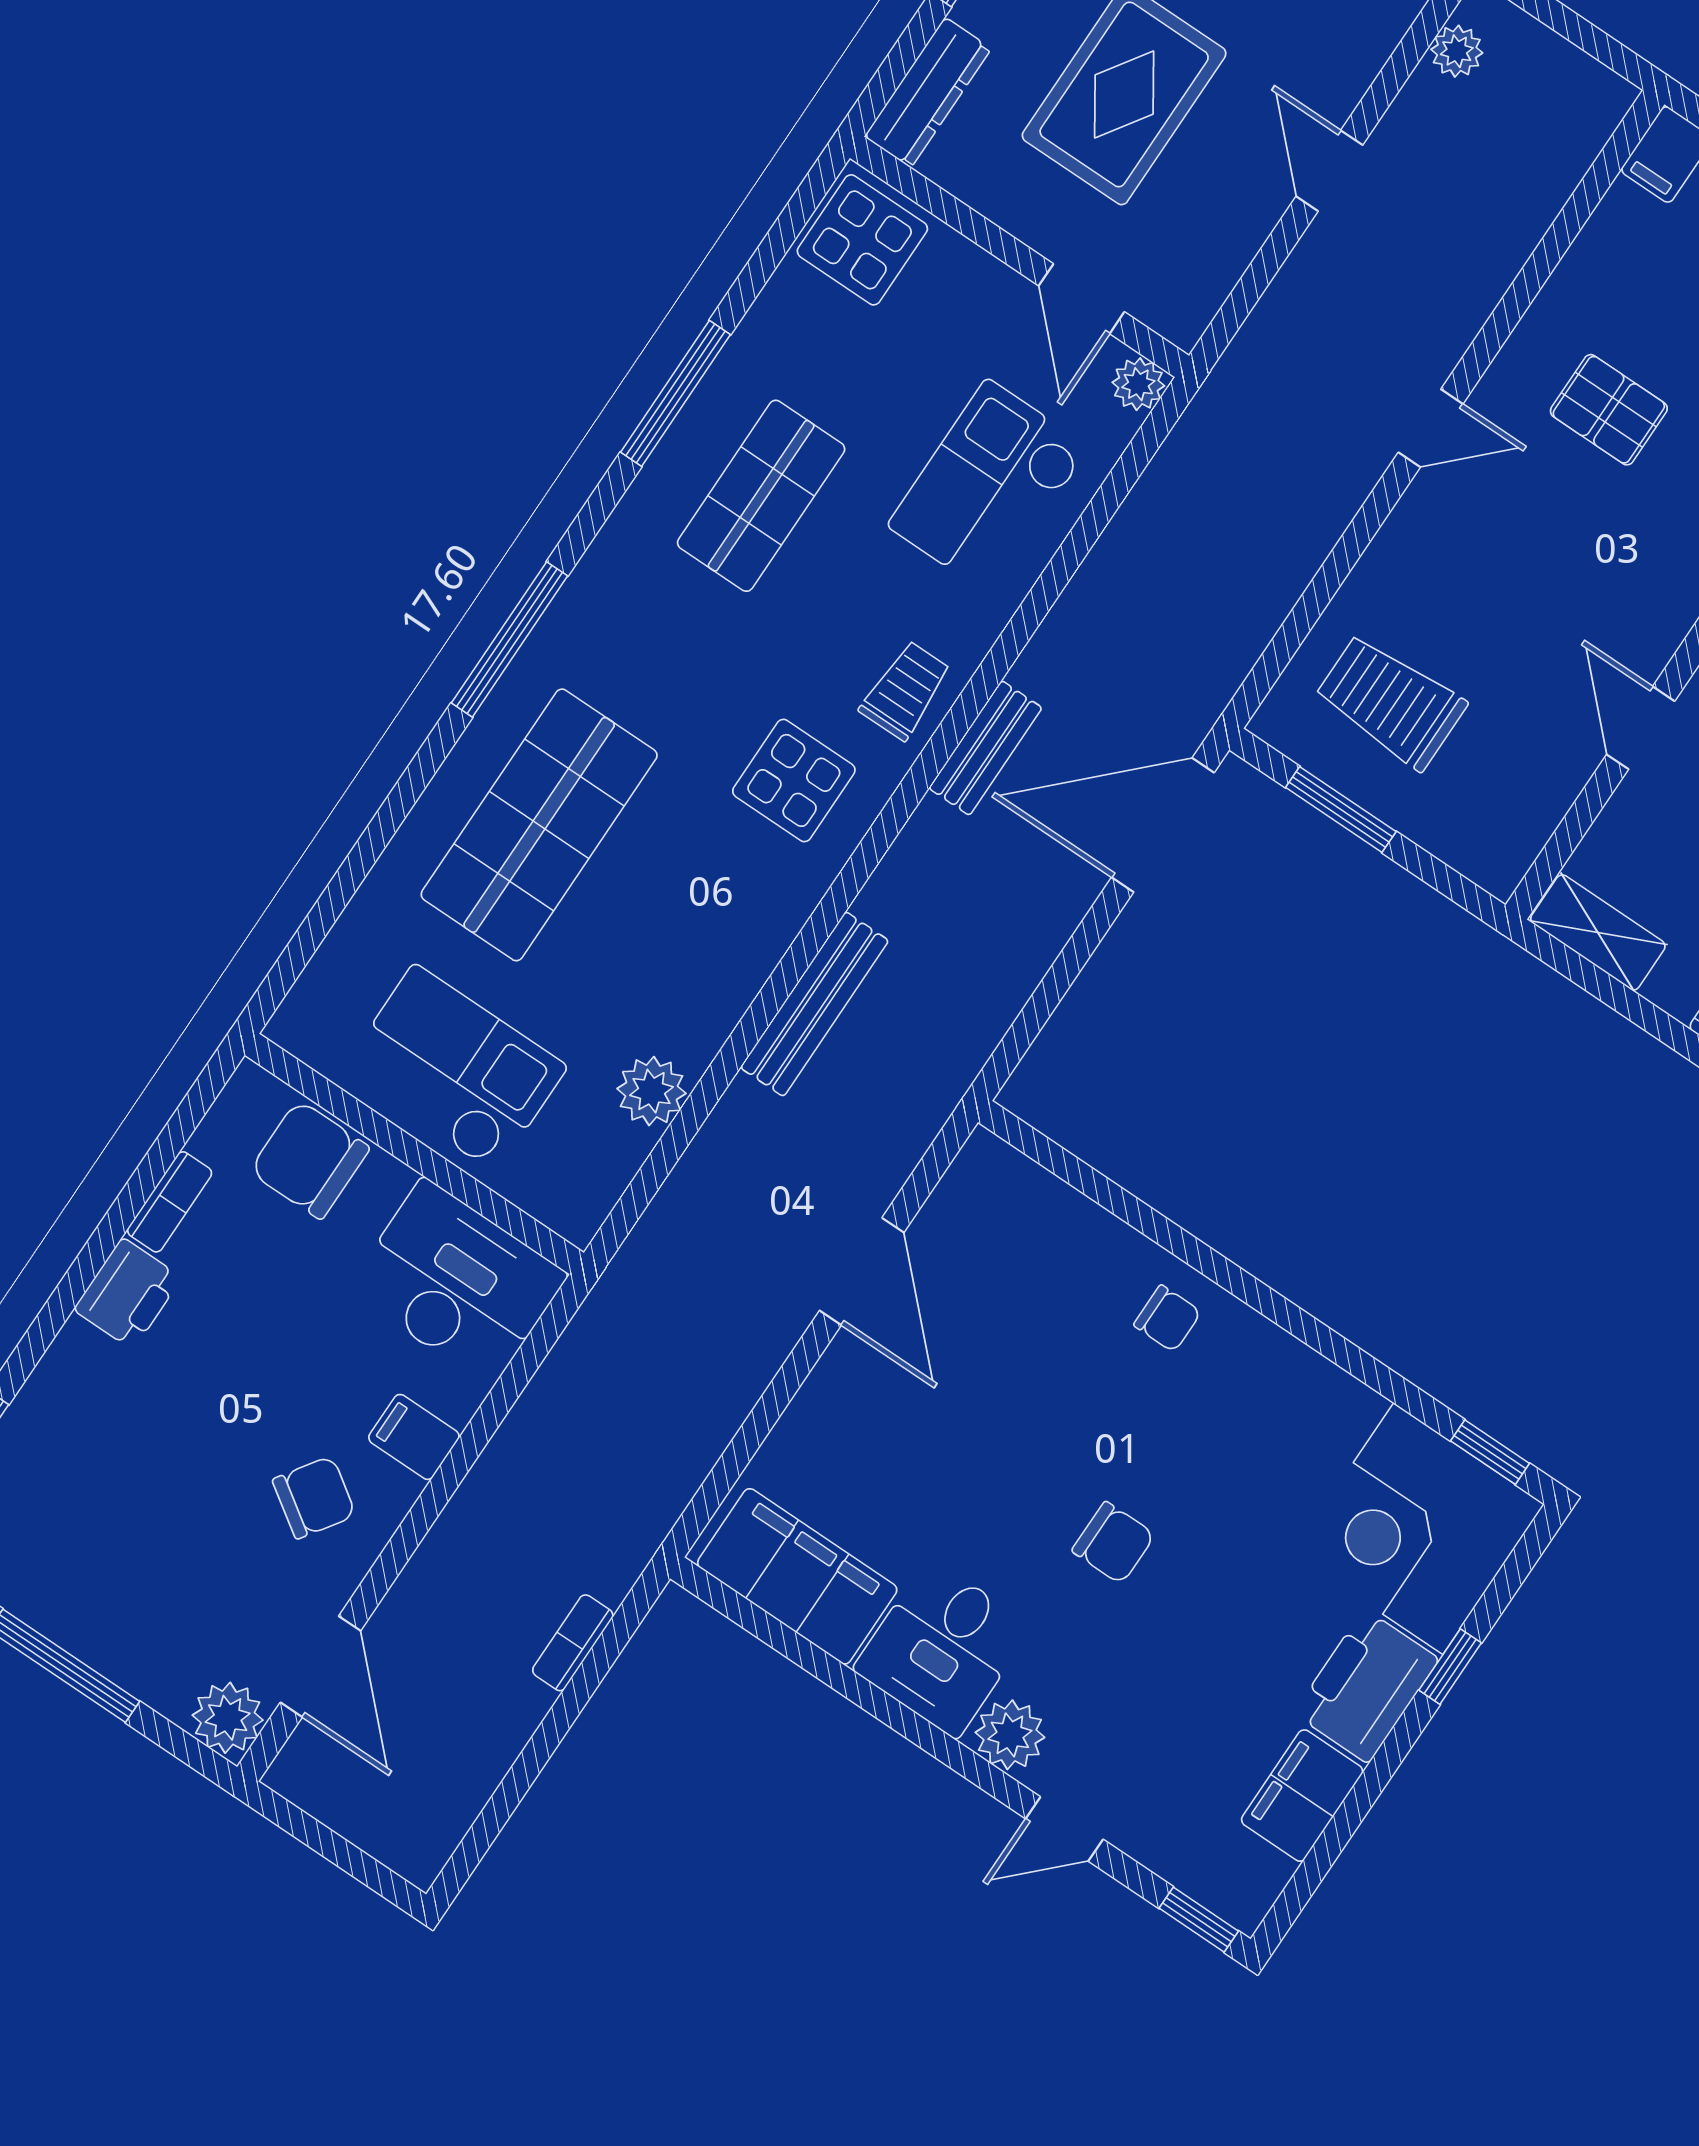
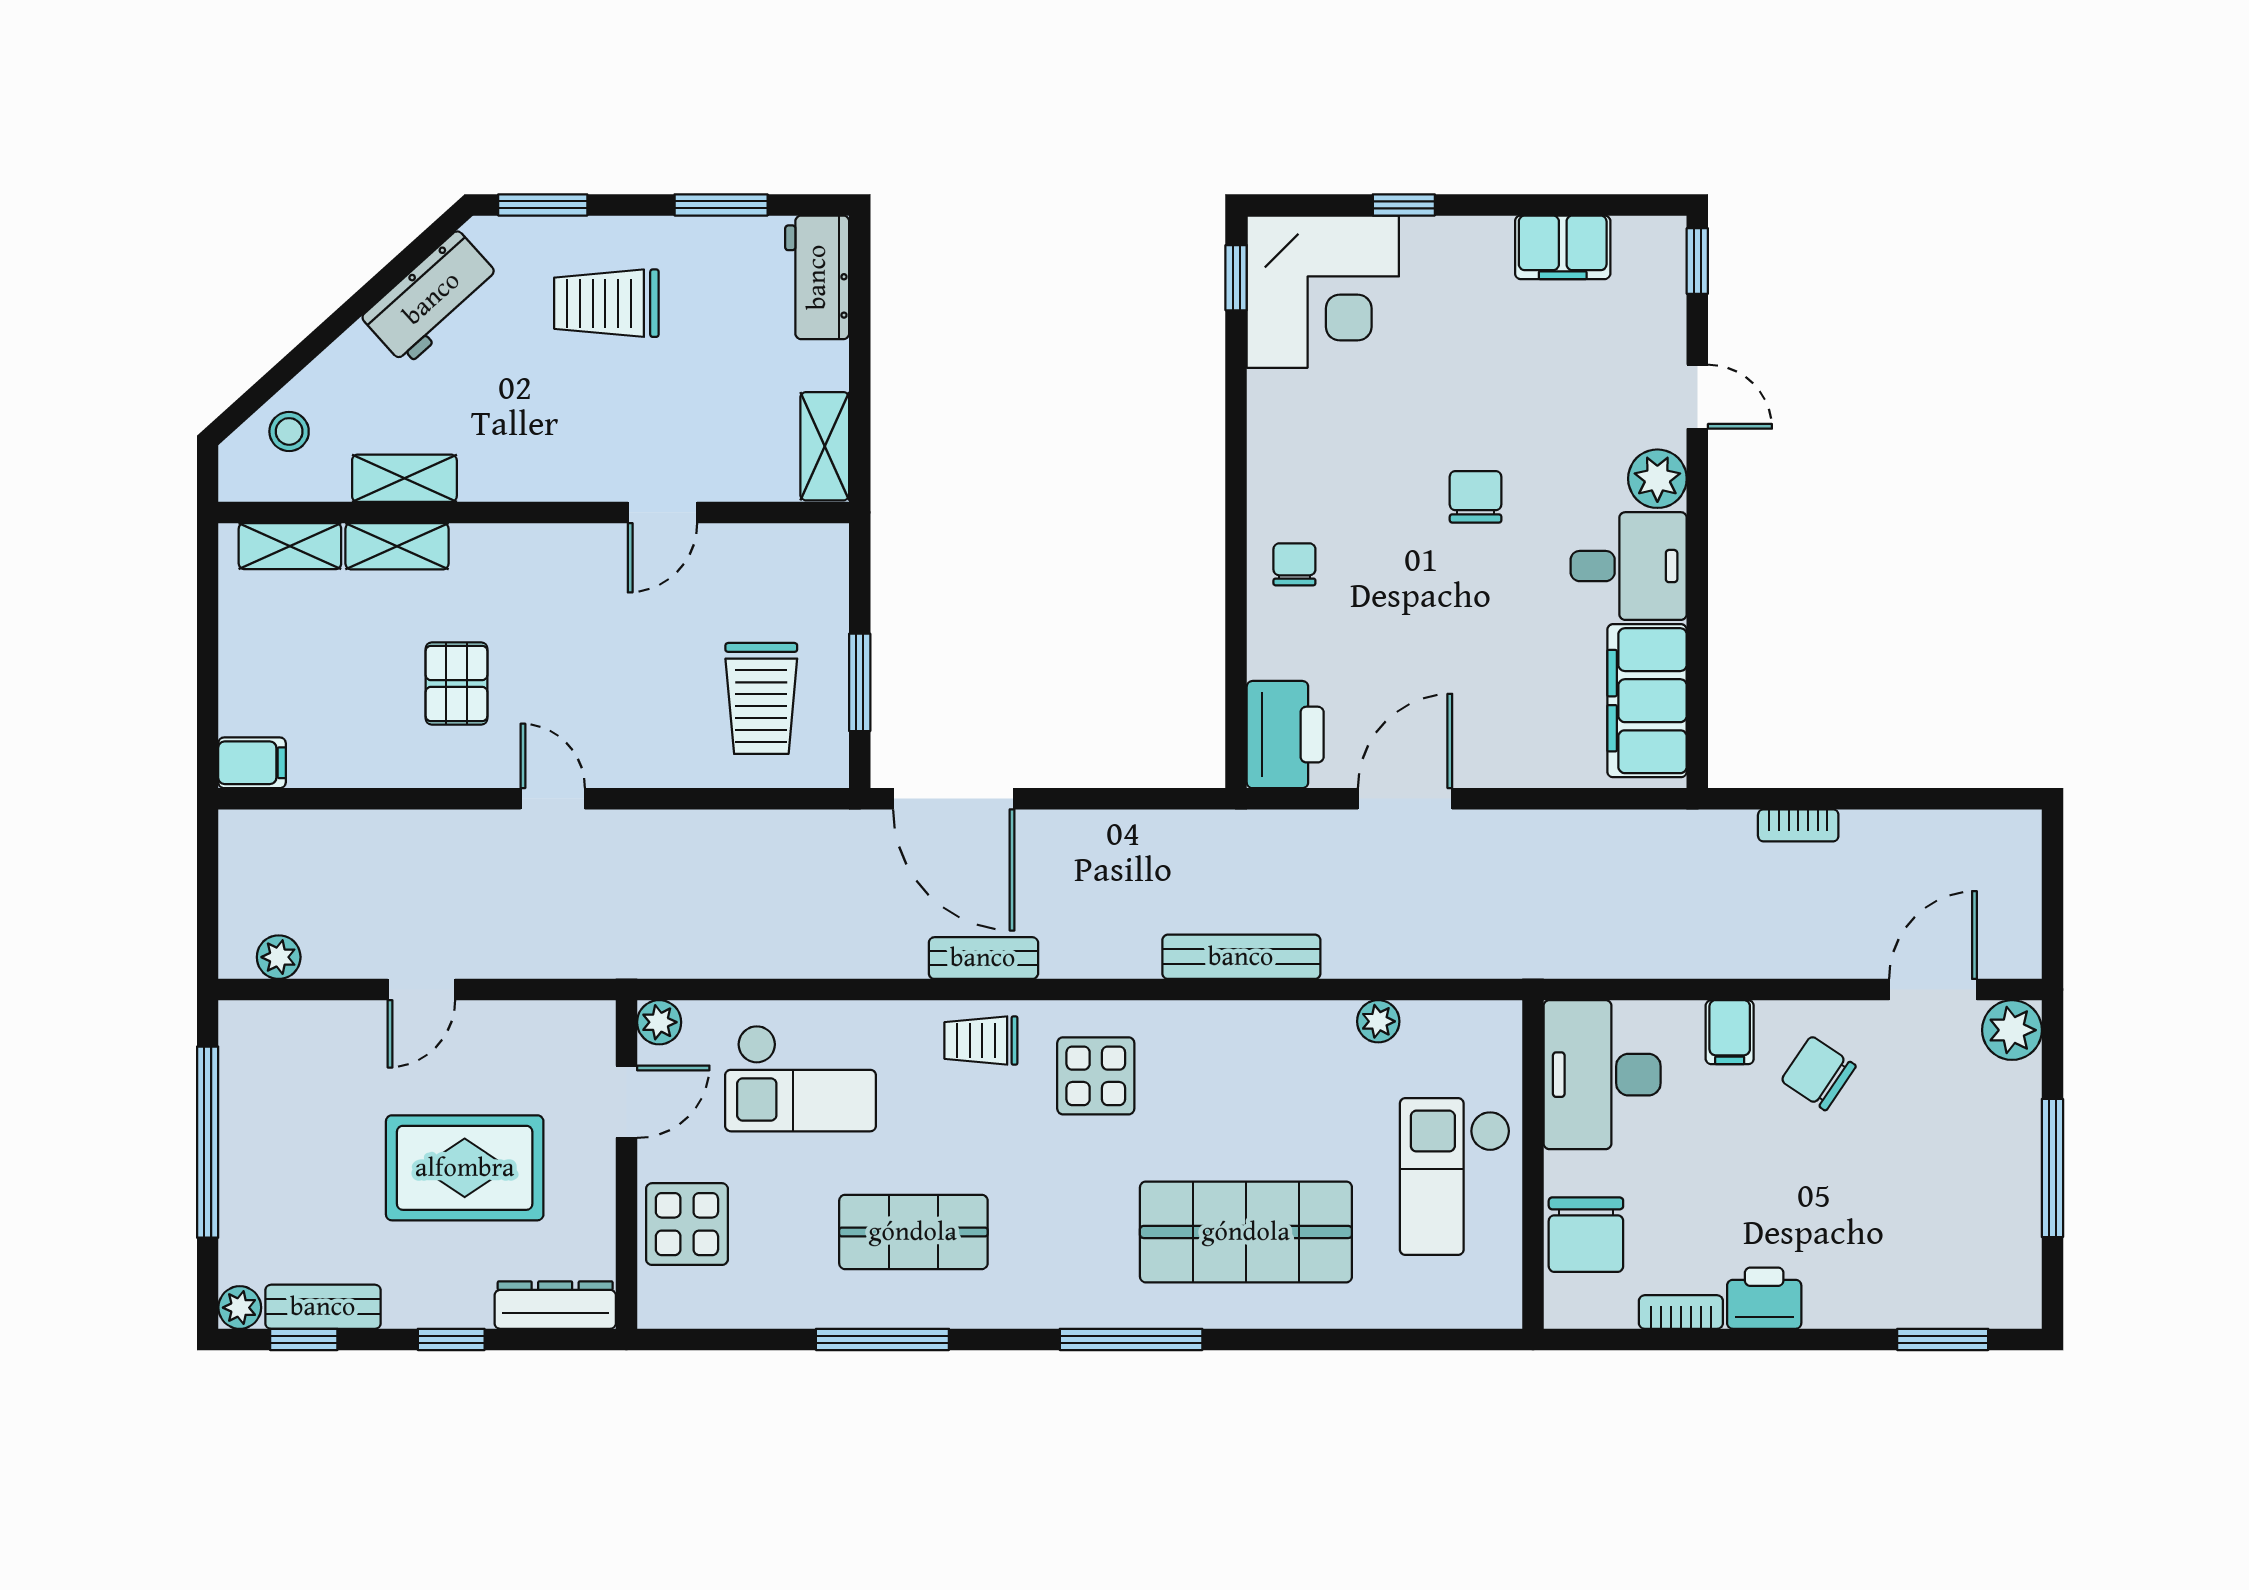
display table: (862, 240) -> (687, 1224), moved
plant: (651, 1091) -> (1378, 1021), width x0.73, depth x0.73
printer: (1366, 1686) -> (1285, 735), moved, turned -90

